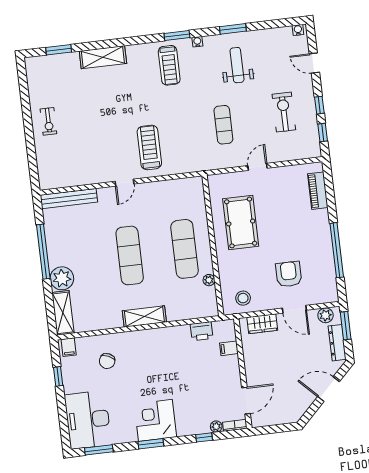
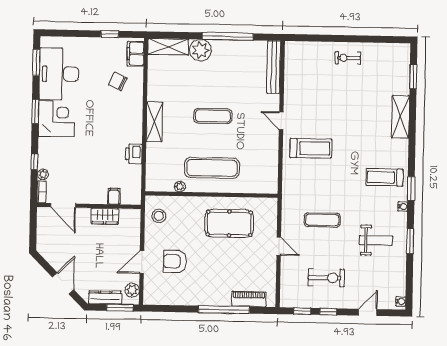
window: (337, 250) -> (224, 310), moved
exercise mat: (130, 255) -> (213, 116), width x0.73, depth x0.69
armchair: (289, 274) -> (175, 261), turned 180
wardrobe: (262, 324) -> (105, 216), moved, turned -90
printer: (202, 331) -> (134, 154), moved
filing cabinet: (69, 347) -> (135, 54), width x2.00
desk: (88, 420) -> (59, 74), moved, turned -90

